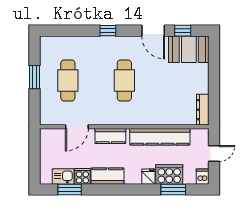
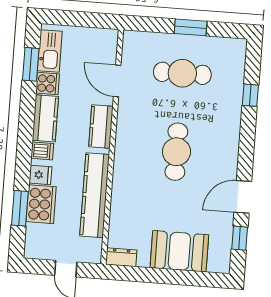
window: (108, 31) -> (250, 95), moved
booth: (189, 49) -> (179, 251), moved, turned 90
cafe table: (124, 80) -> (176, 152), turned 90
dresser: (203, 110) -> (121, 257), width x0.70
kitchen sink: (63, 177) -> (50, 51), width x1.38
dishwasher: (202, 177) -> (42, 151), moved

